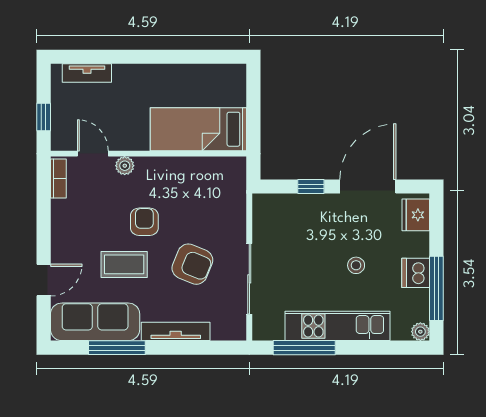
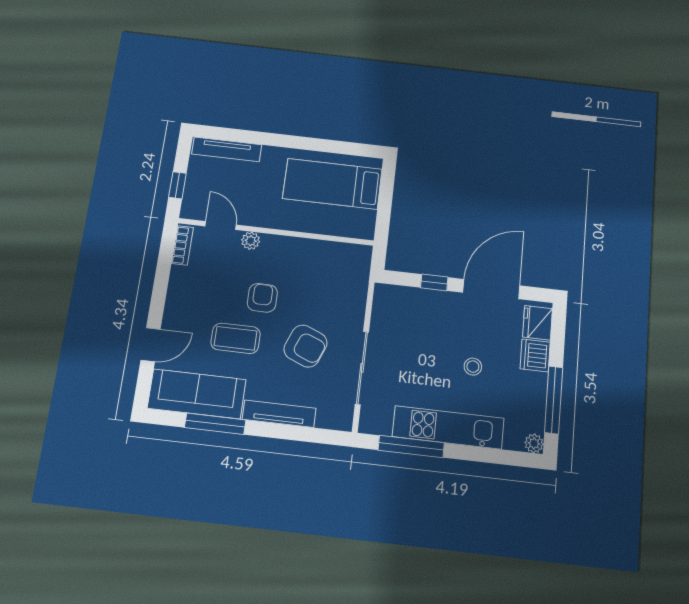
tv unit: (87, 73) -> (227, 149), width x1.41
bed: (198, 129) -> (332, 184), moved
dishwasher: (416, 273) -> (535, 355), moved

